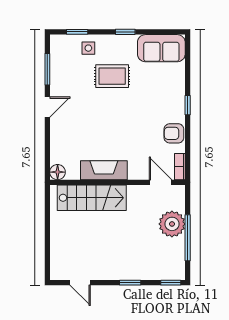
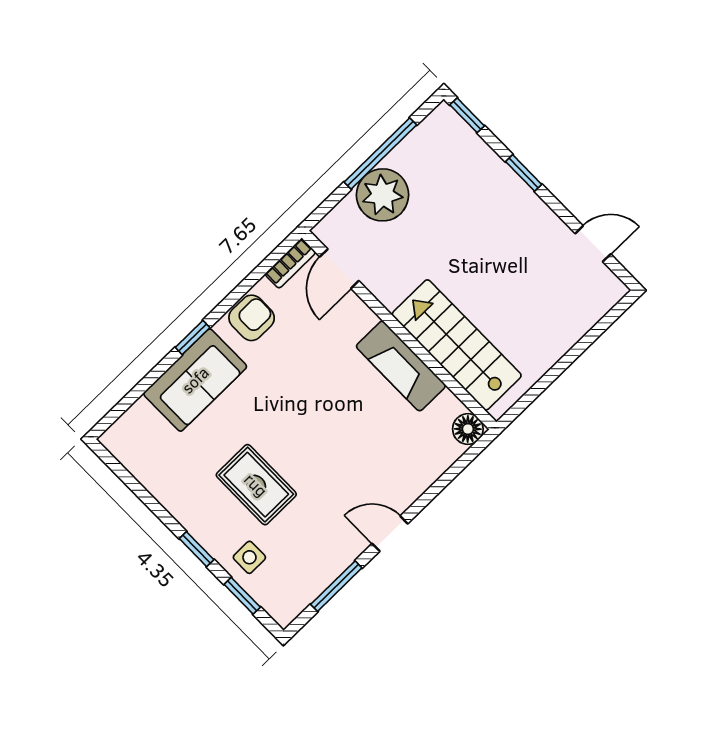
window: (125, 32) -> (197, 549), moved
sofa: (161, 48) -> (195, 380), moved, turned 90
armchair: (174, 133) -> (252, 318), turned -90
door: (80, 283) -> (593, 244), hinge flipped

